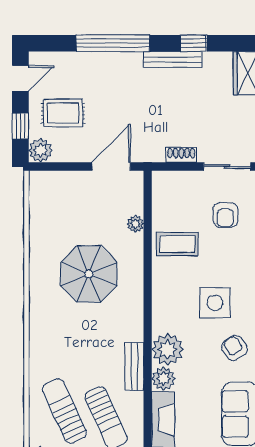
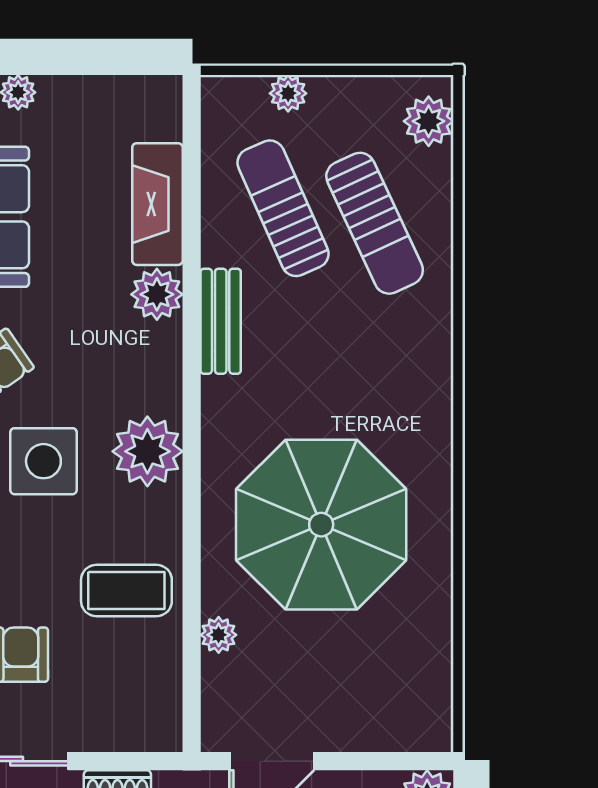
parasol: (89, 274) -> (321, 525), width x1.36, depth x1.36
plant: (168, 349) -> (147, 451), moved

